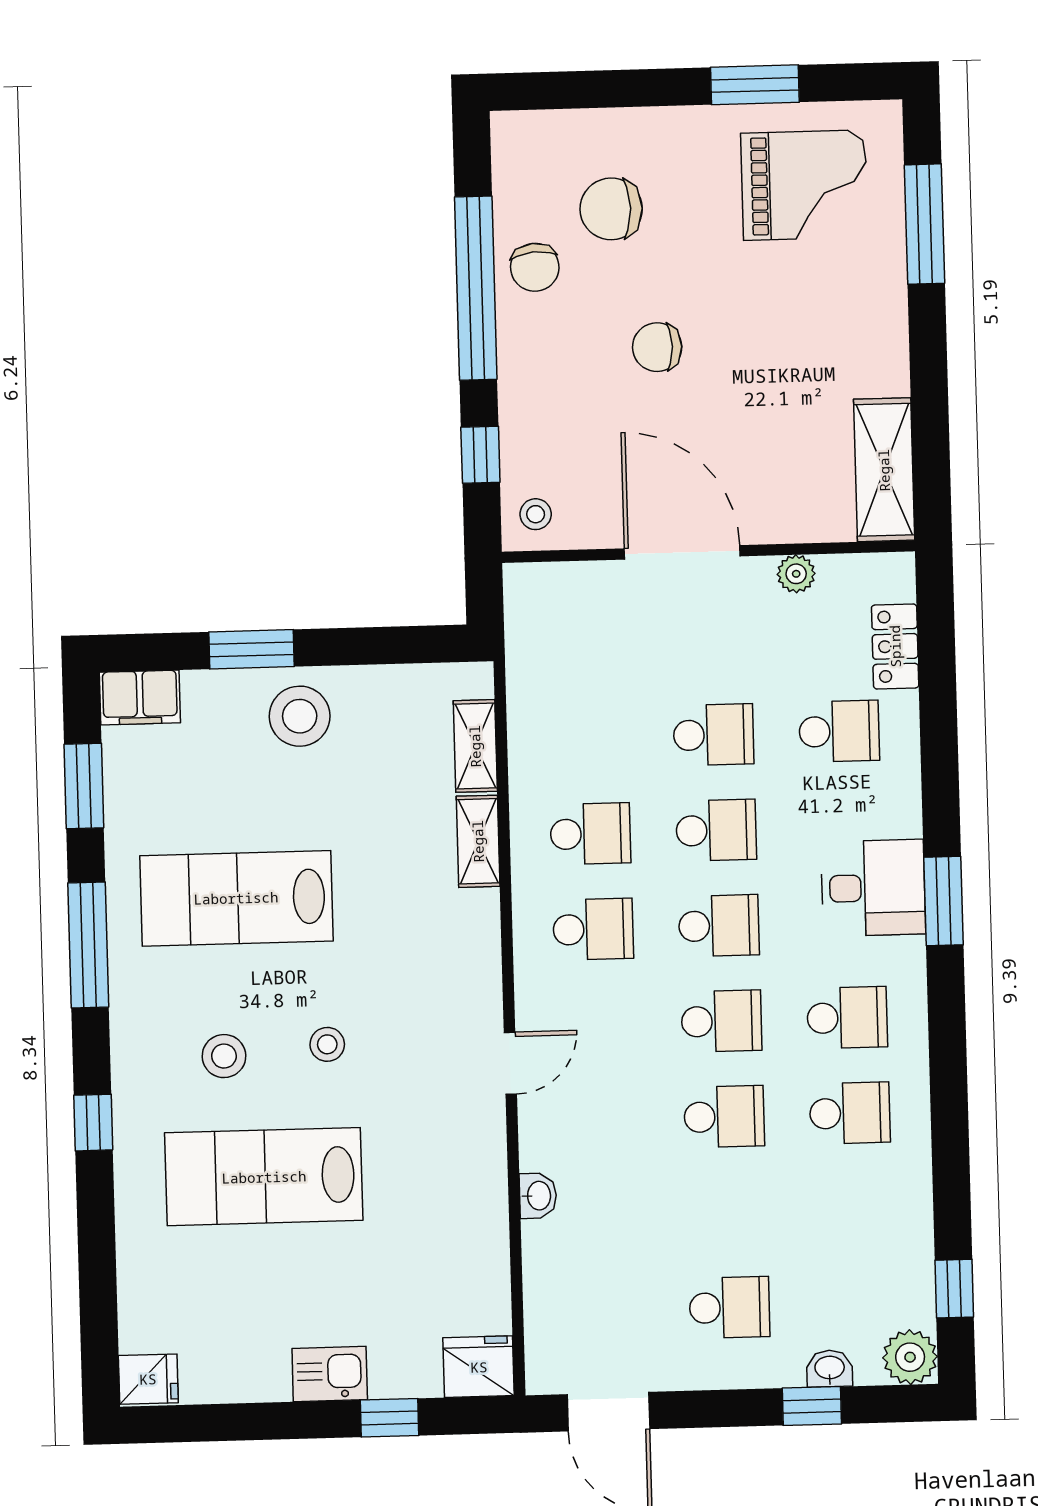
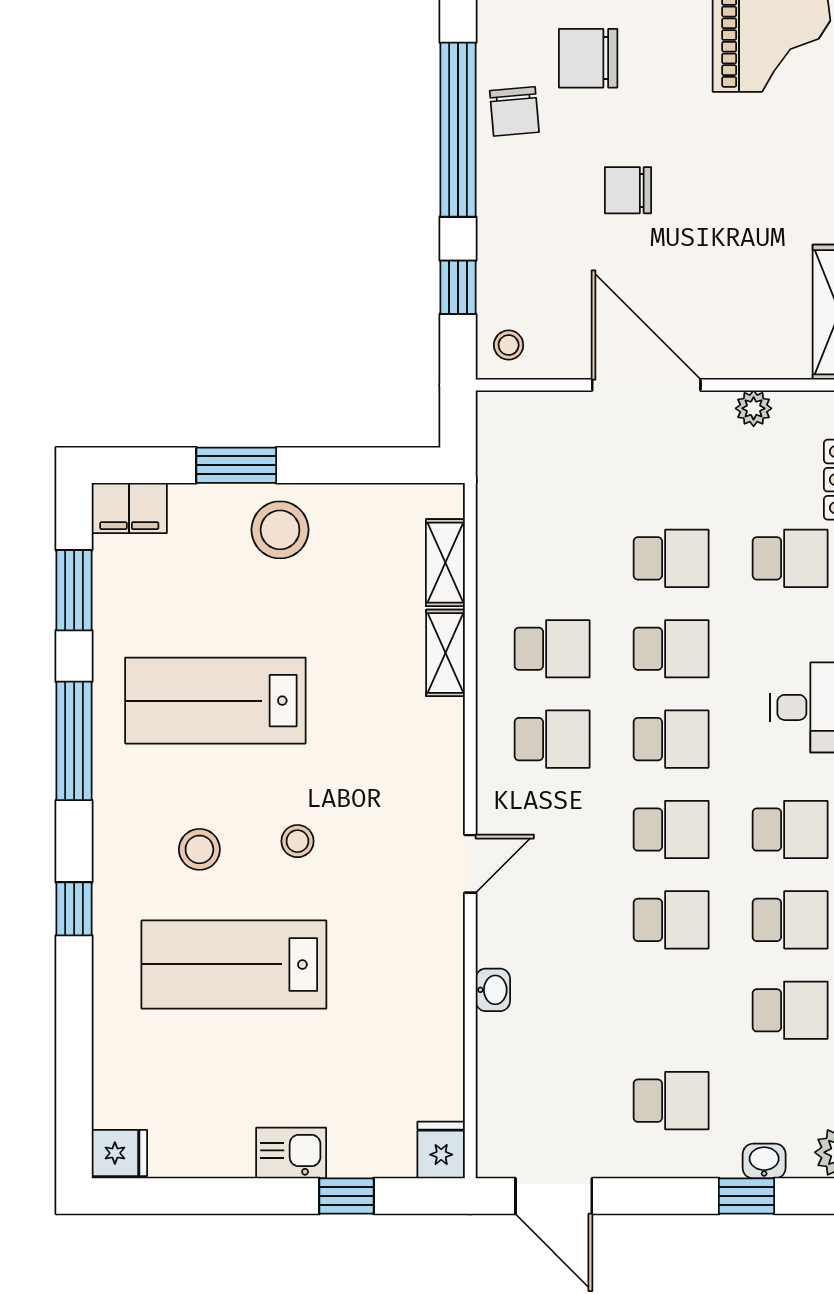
school desk: (853, 1209) -> (790, 1010), added
fridge: (479, 1367) -> (441, 1150), width x0.72

